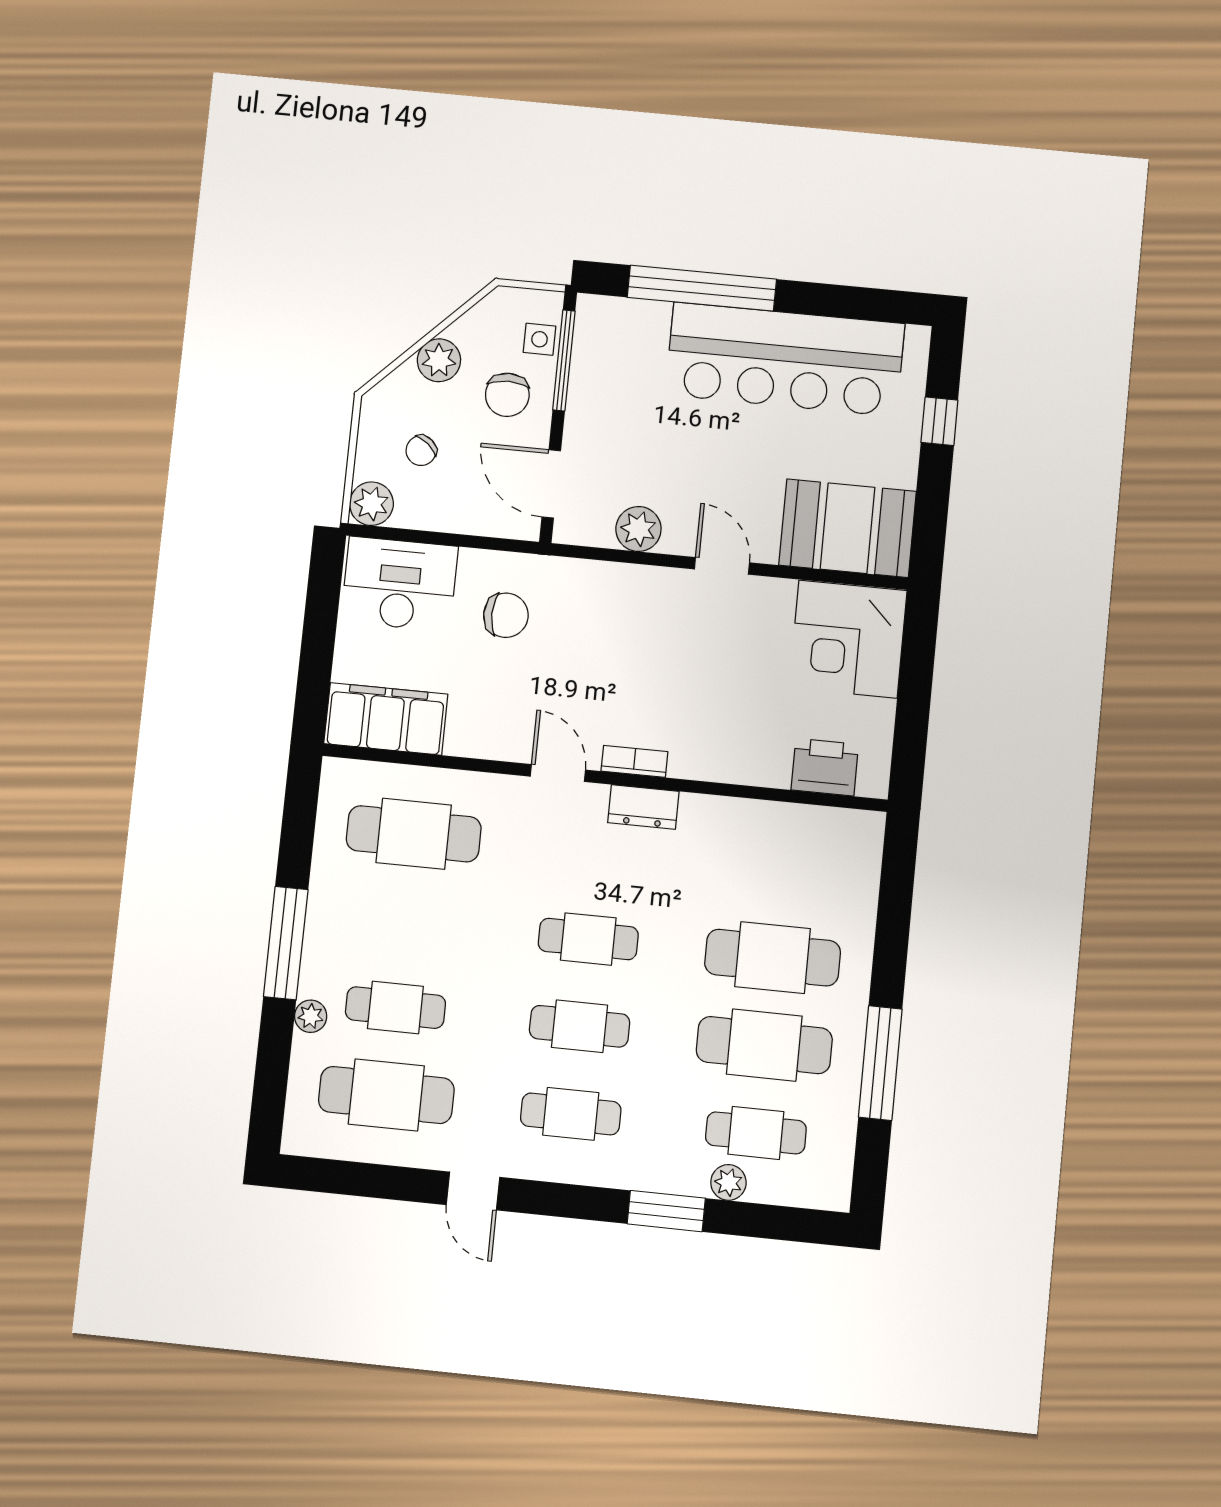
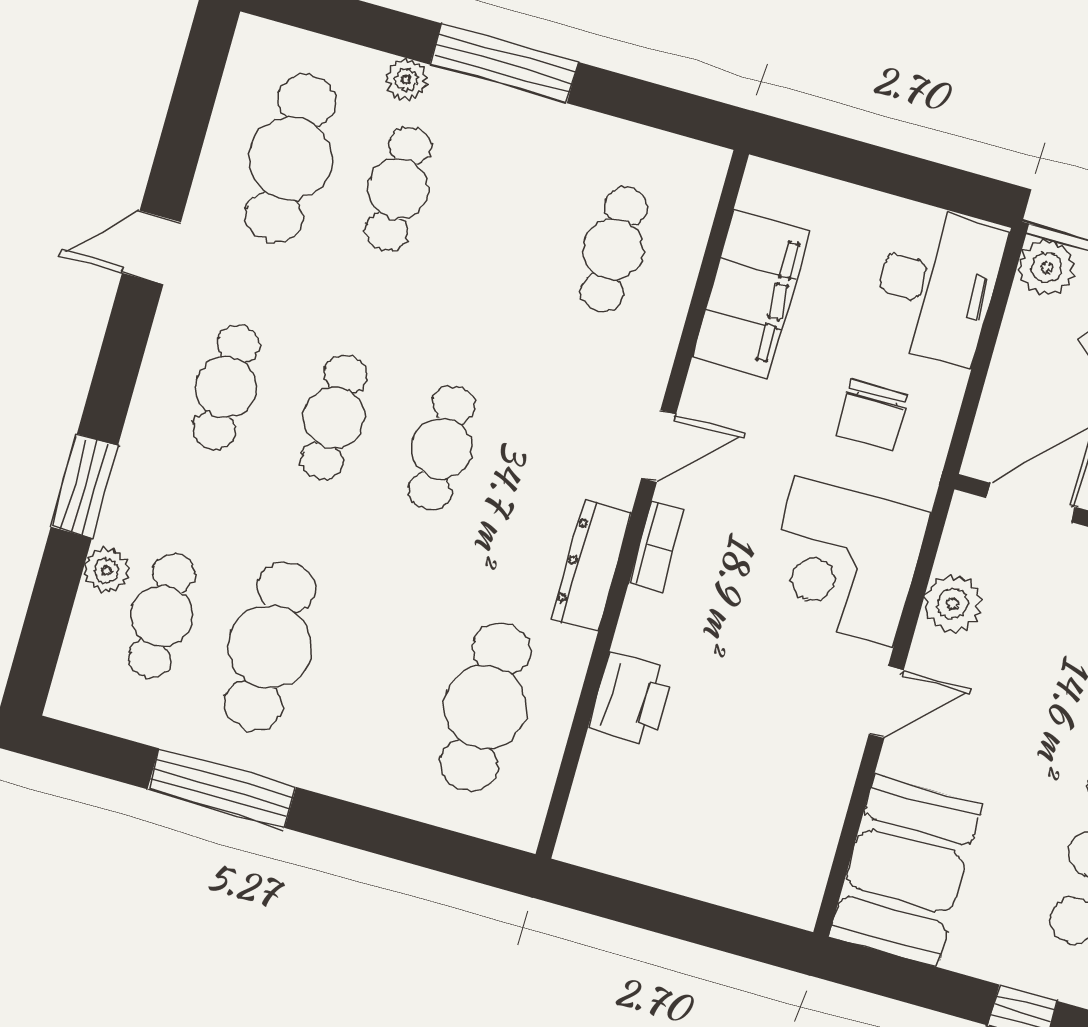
corner desk: (848, 639) -> (844, 562), moved, turned -90
filing cabinet: (386, 719) -> (751, 294), moved
printer: (825, 767) -> (631, 699), moved
dresser: (643, 807) -> (591, 566), width x1.44
cafe table: (414, 834) -> (614, 249), width x0.73, depth x0.74
cafe table: (773, 958) -> (485, 707), moved

